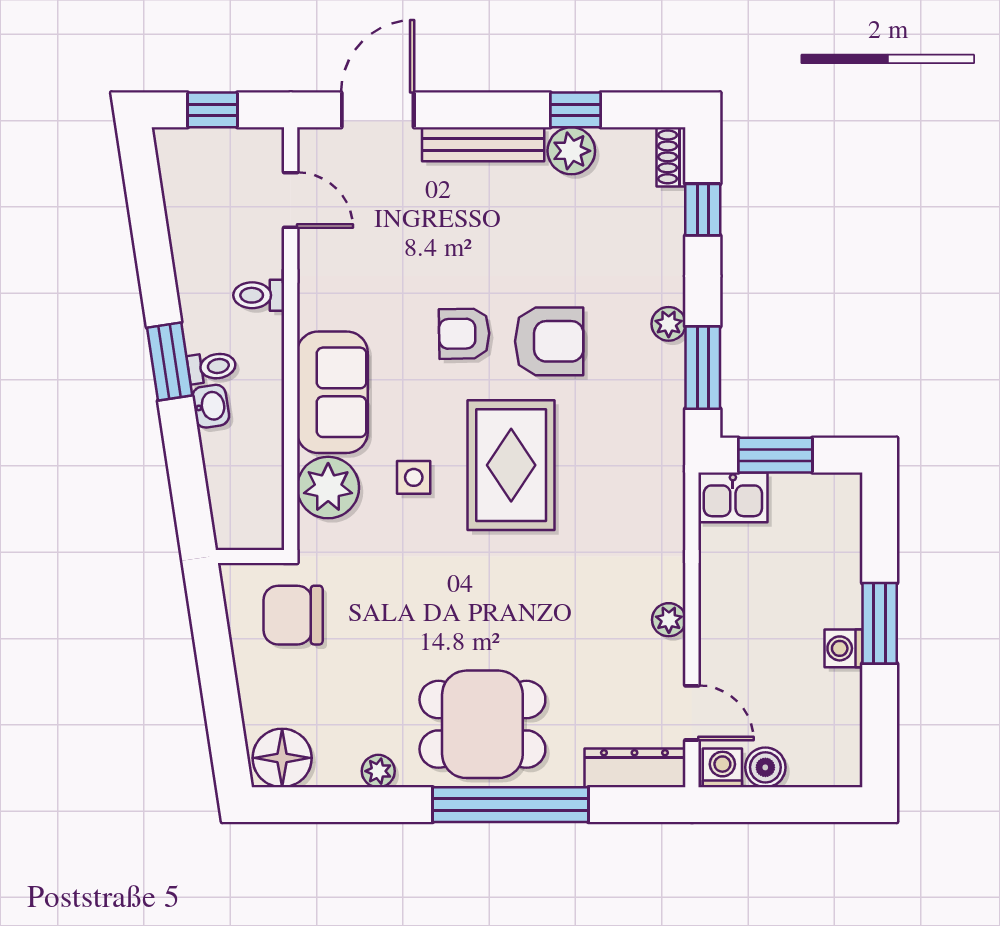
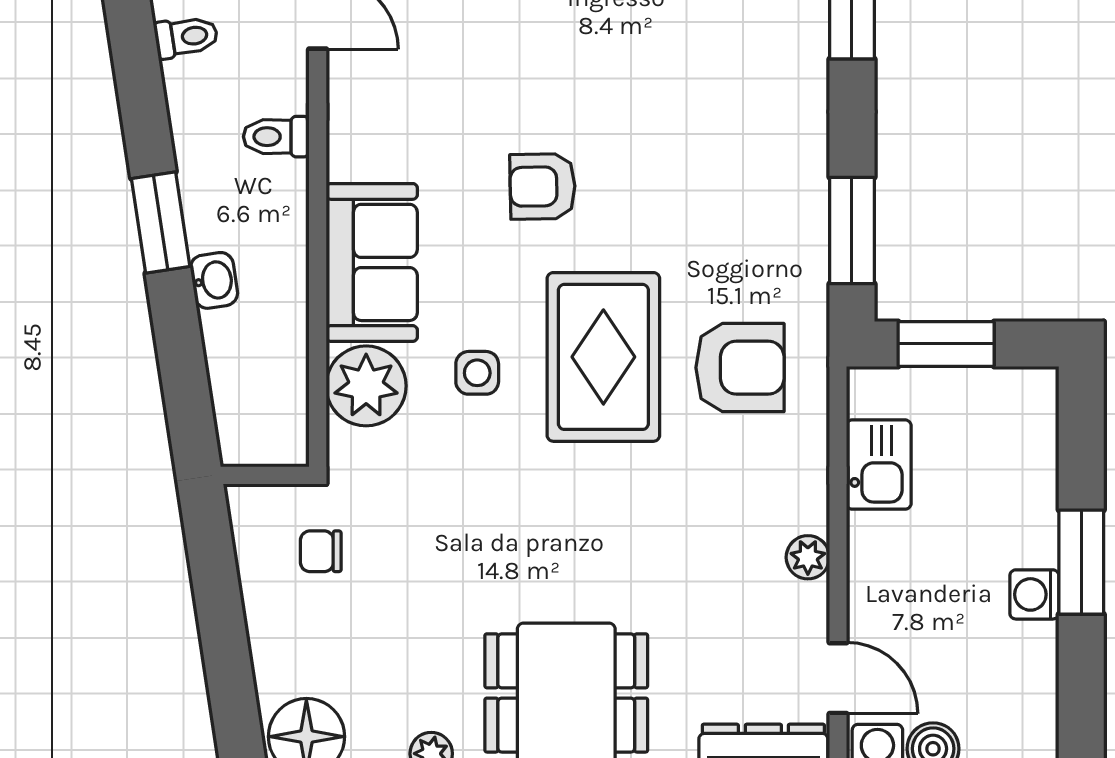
plant: (669, 324) -> (808, 174), removed
armchair: (549, 341) -> (740, 368), moved
toilet: (212, 367) -> (186, 37), moved
kitchen sink: (733, 497) -> (879, 465), moved, turned -90
chair: (293, 615) -> (321, 551), width x0.54, depth x0.54

